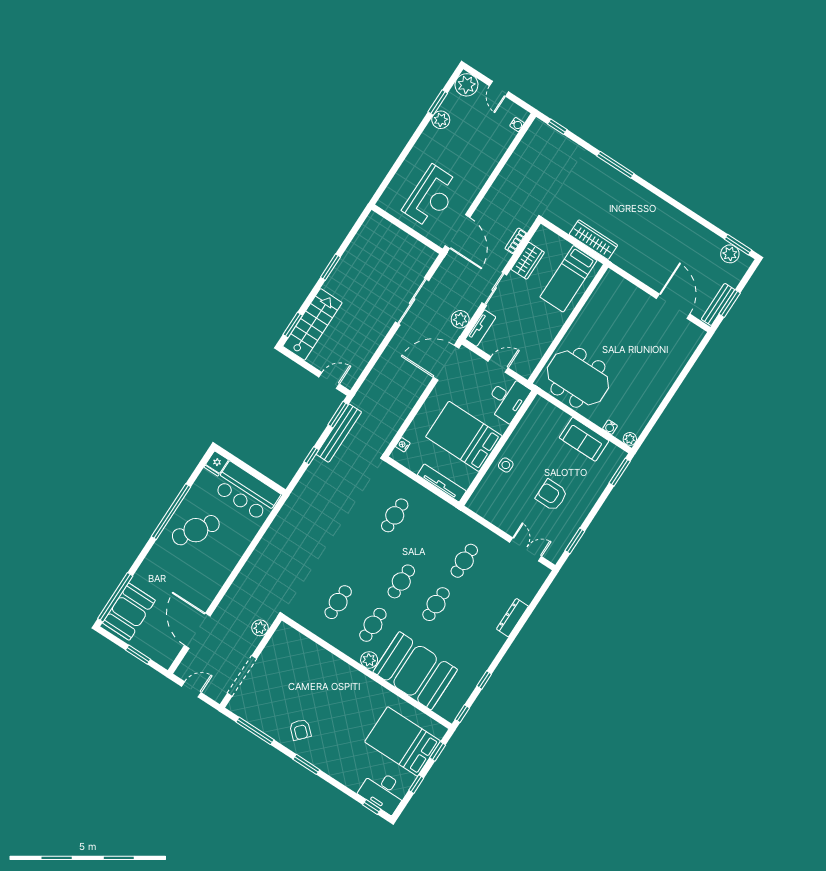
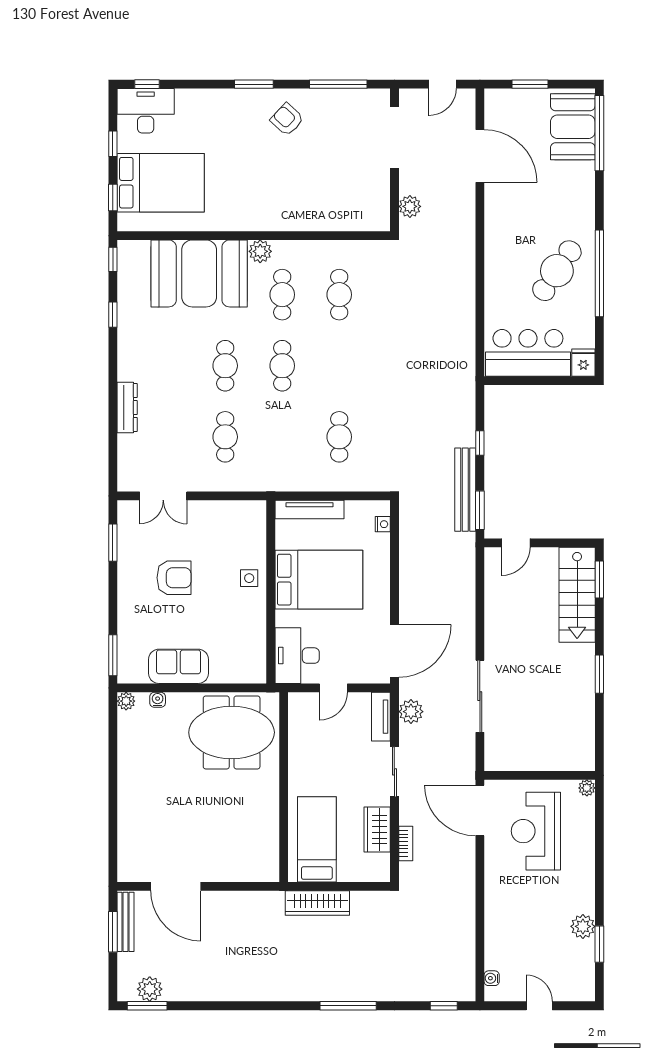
plant: (466, 85) -> (587, 788), moved, width x0.53, depth x0.53

